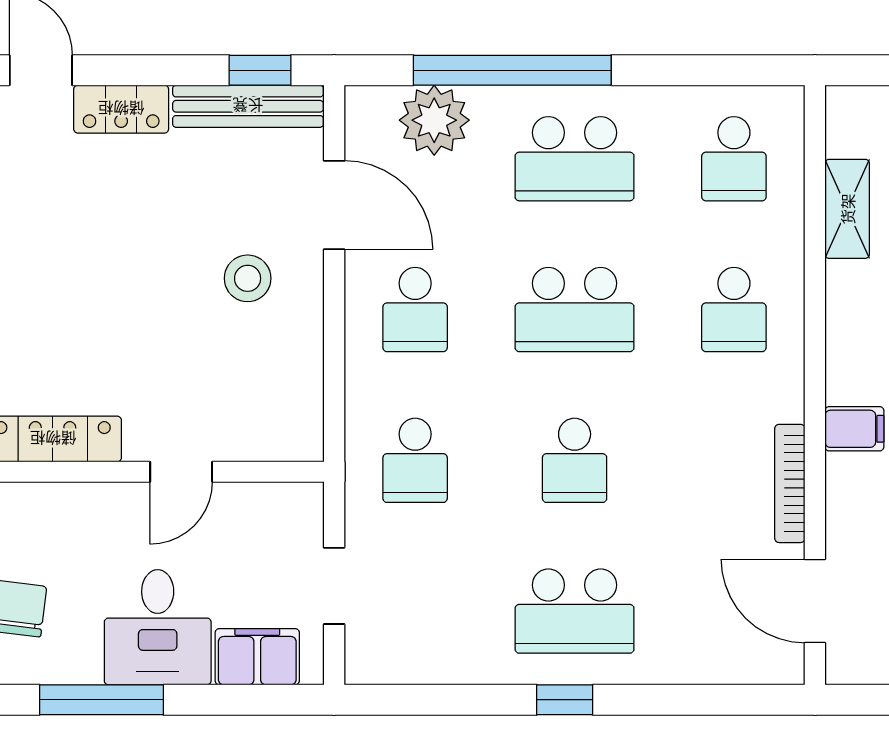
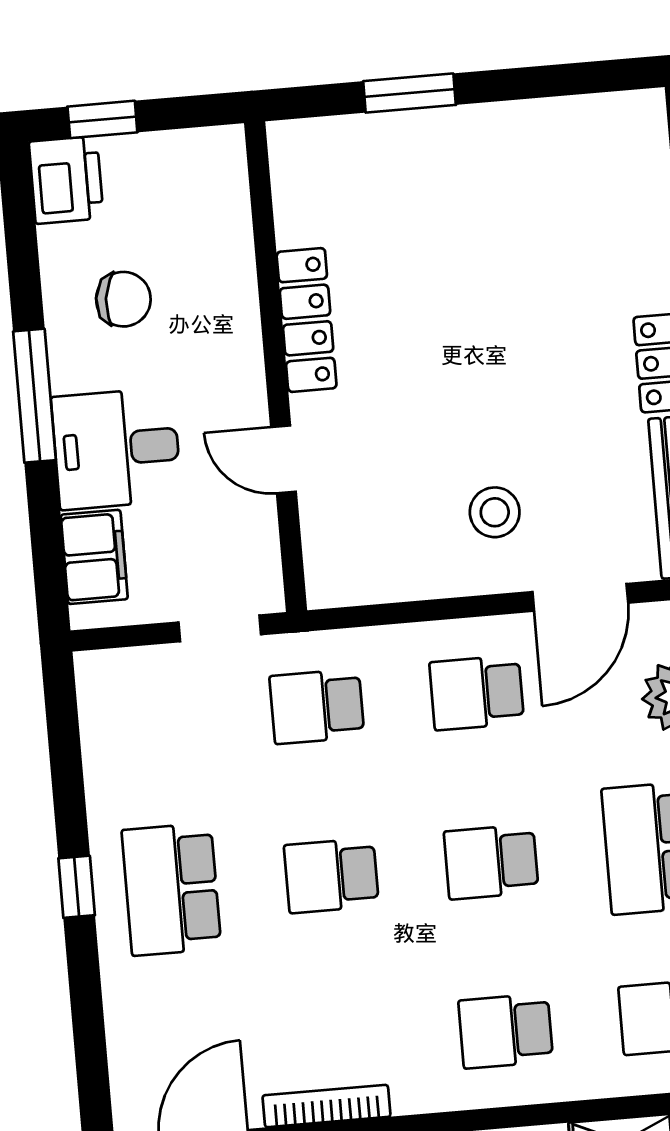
school desk: (575, 310) -> (491, 862), width x0.54
doorway: (334, 586) -> (220, 628), moved

